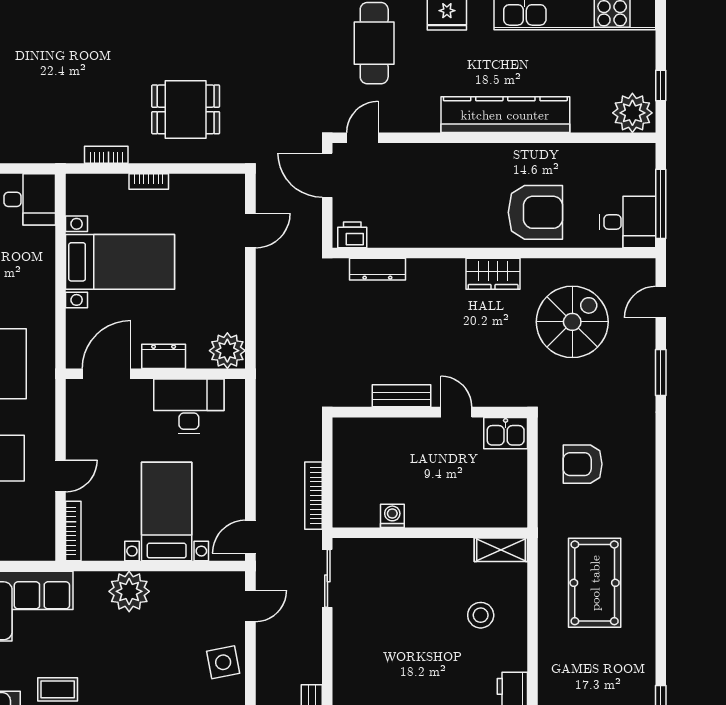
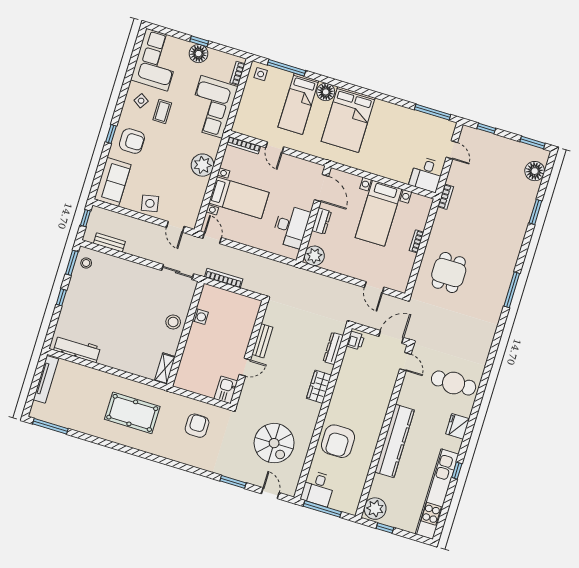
bookcase: (106, 155) -> (446, 197), moved
wardrobe: (493, 274) -> (319, 387), moved
stool: (481, 615) -> (173, 322), moved

